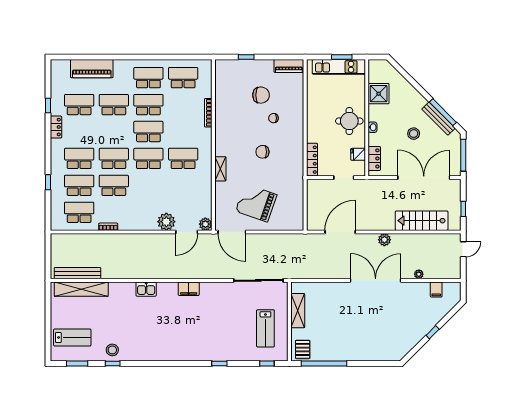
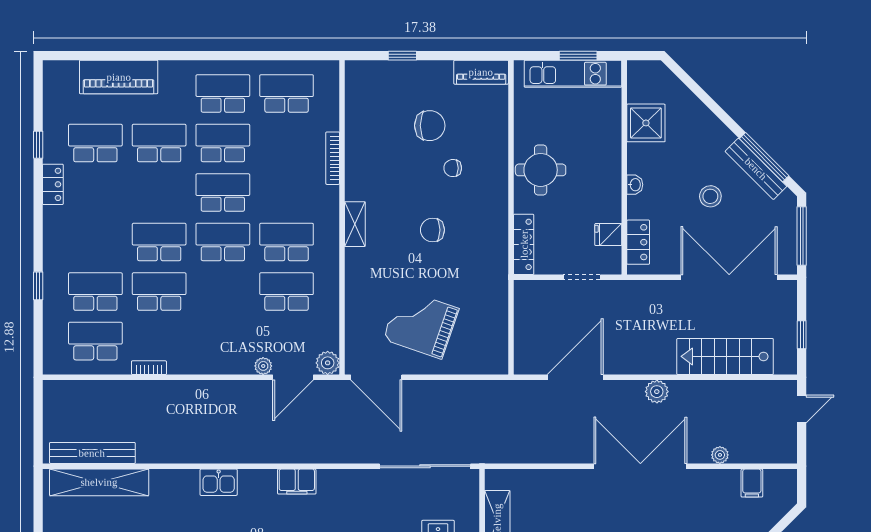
round table: (349, 121) -> (541, 170), moved
school desk: (79, 158) -> (287, 292), moved
shelving: (220, 169) -> (355, 224), moved
plant: (166, 222) -> (263, 366), width x0.53, depth x0.53

